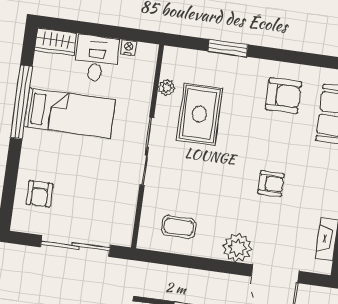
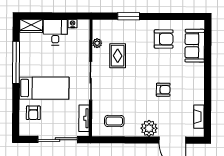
bed: (70, 113) -> (44, 88), moved
rug: (200, 114) -> (118, 56), width x0.73, depth x0.70
tv unit: (127, 215) -> (84, 118), added

